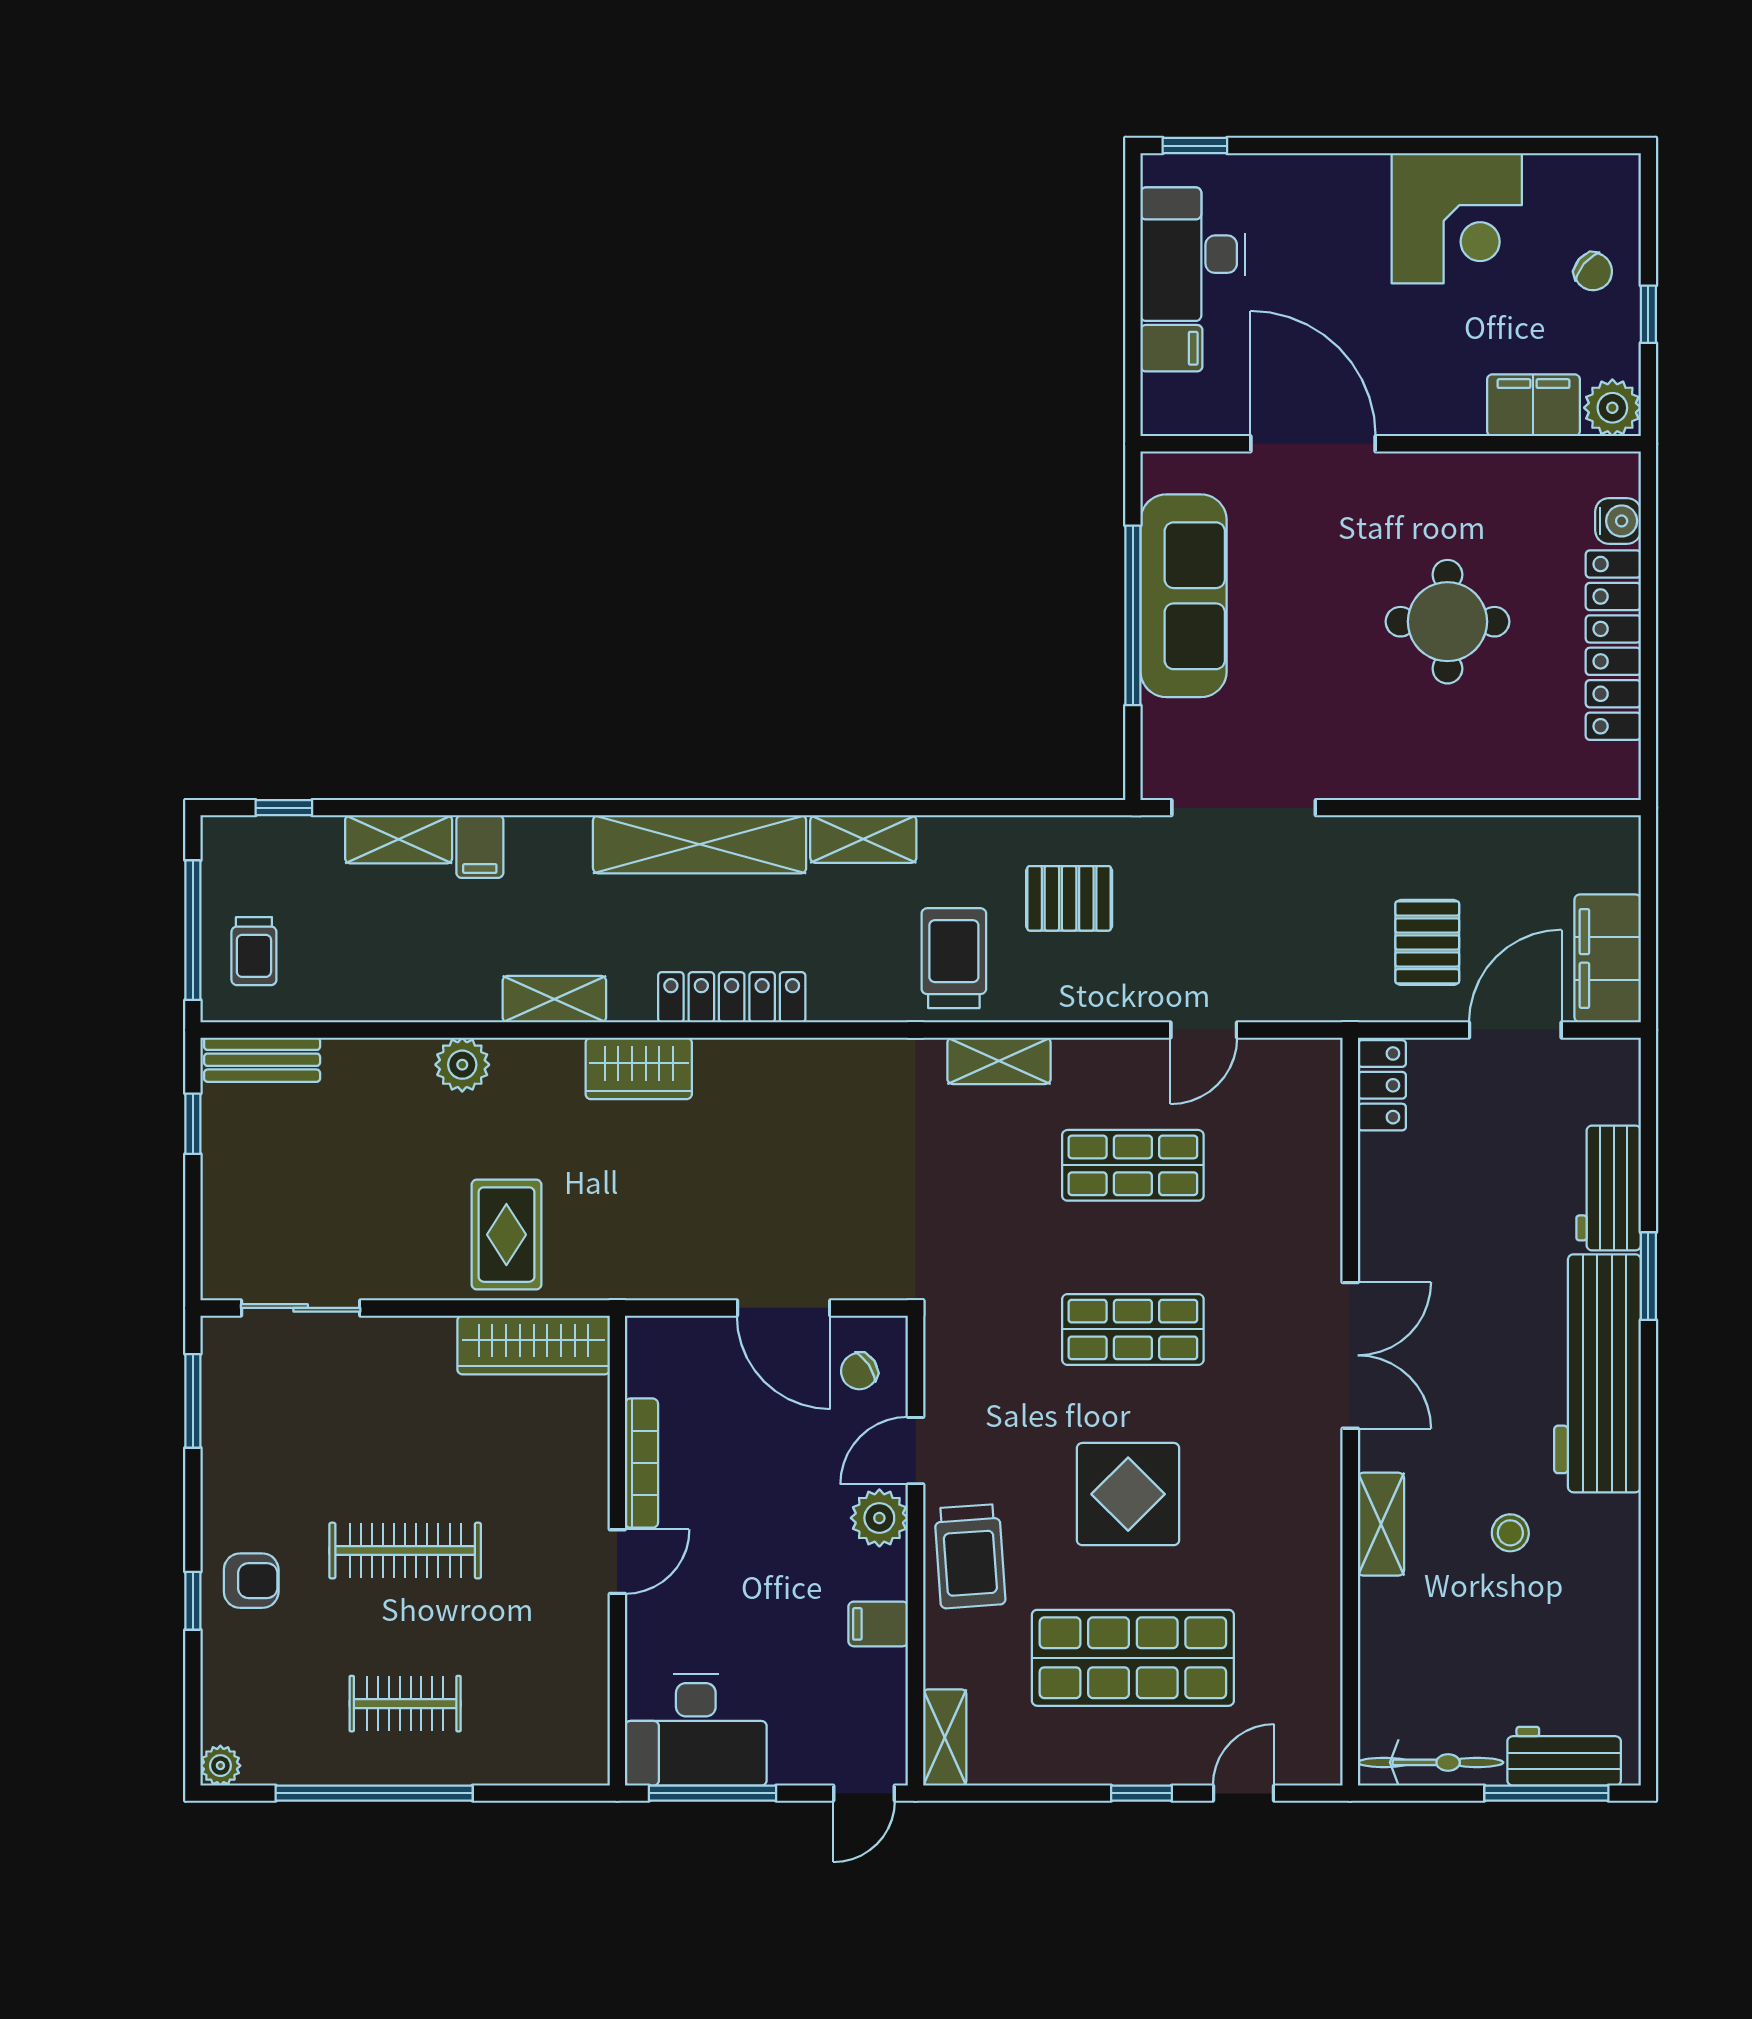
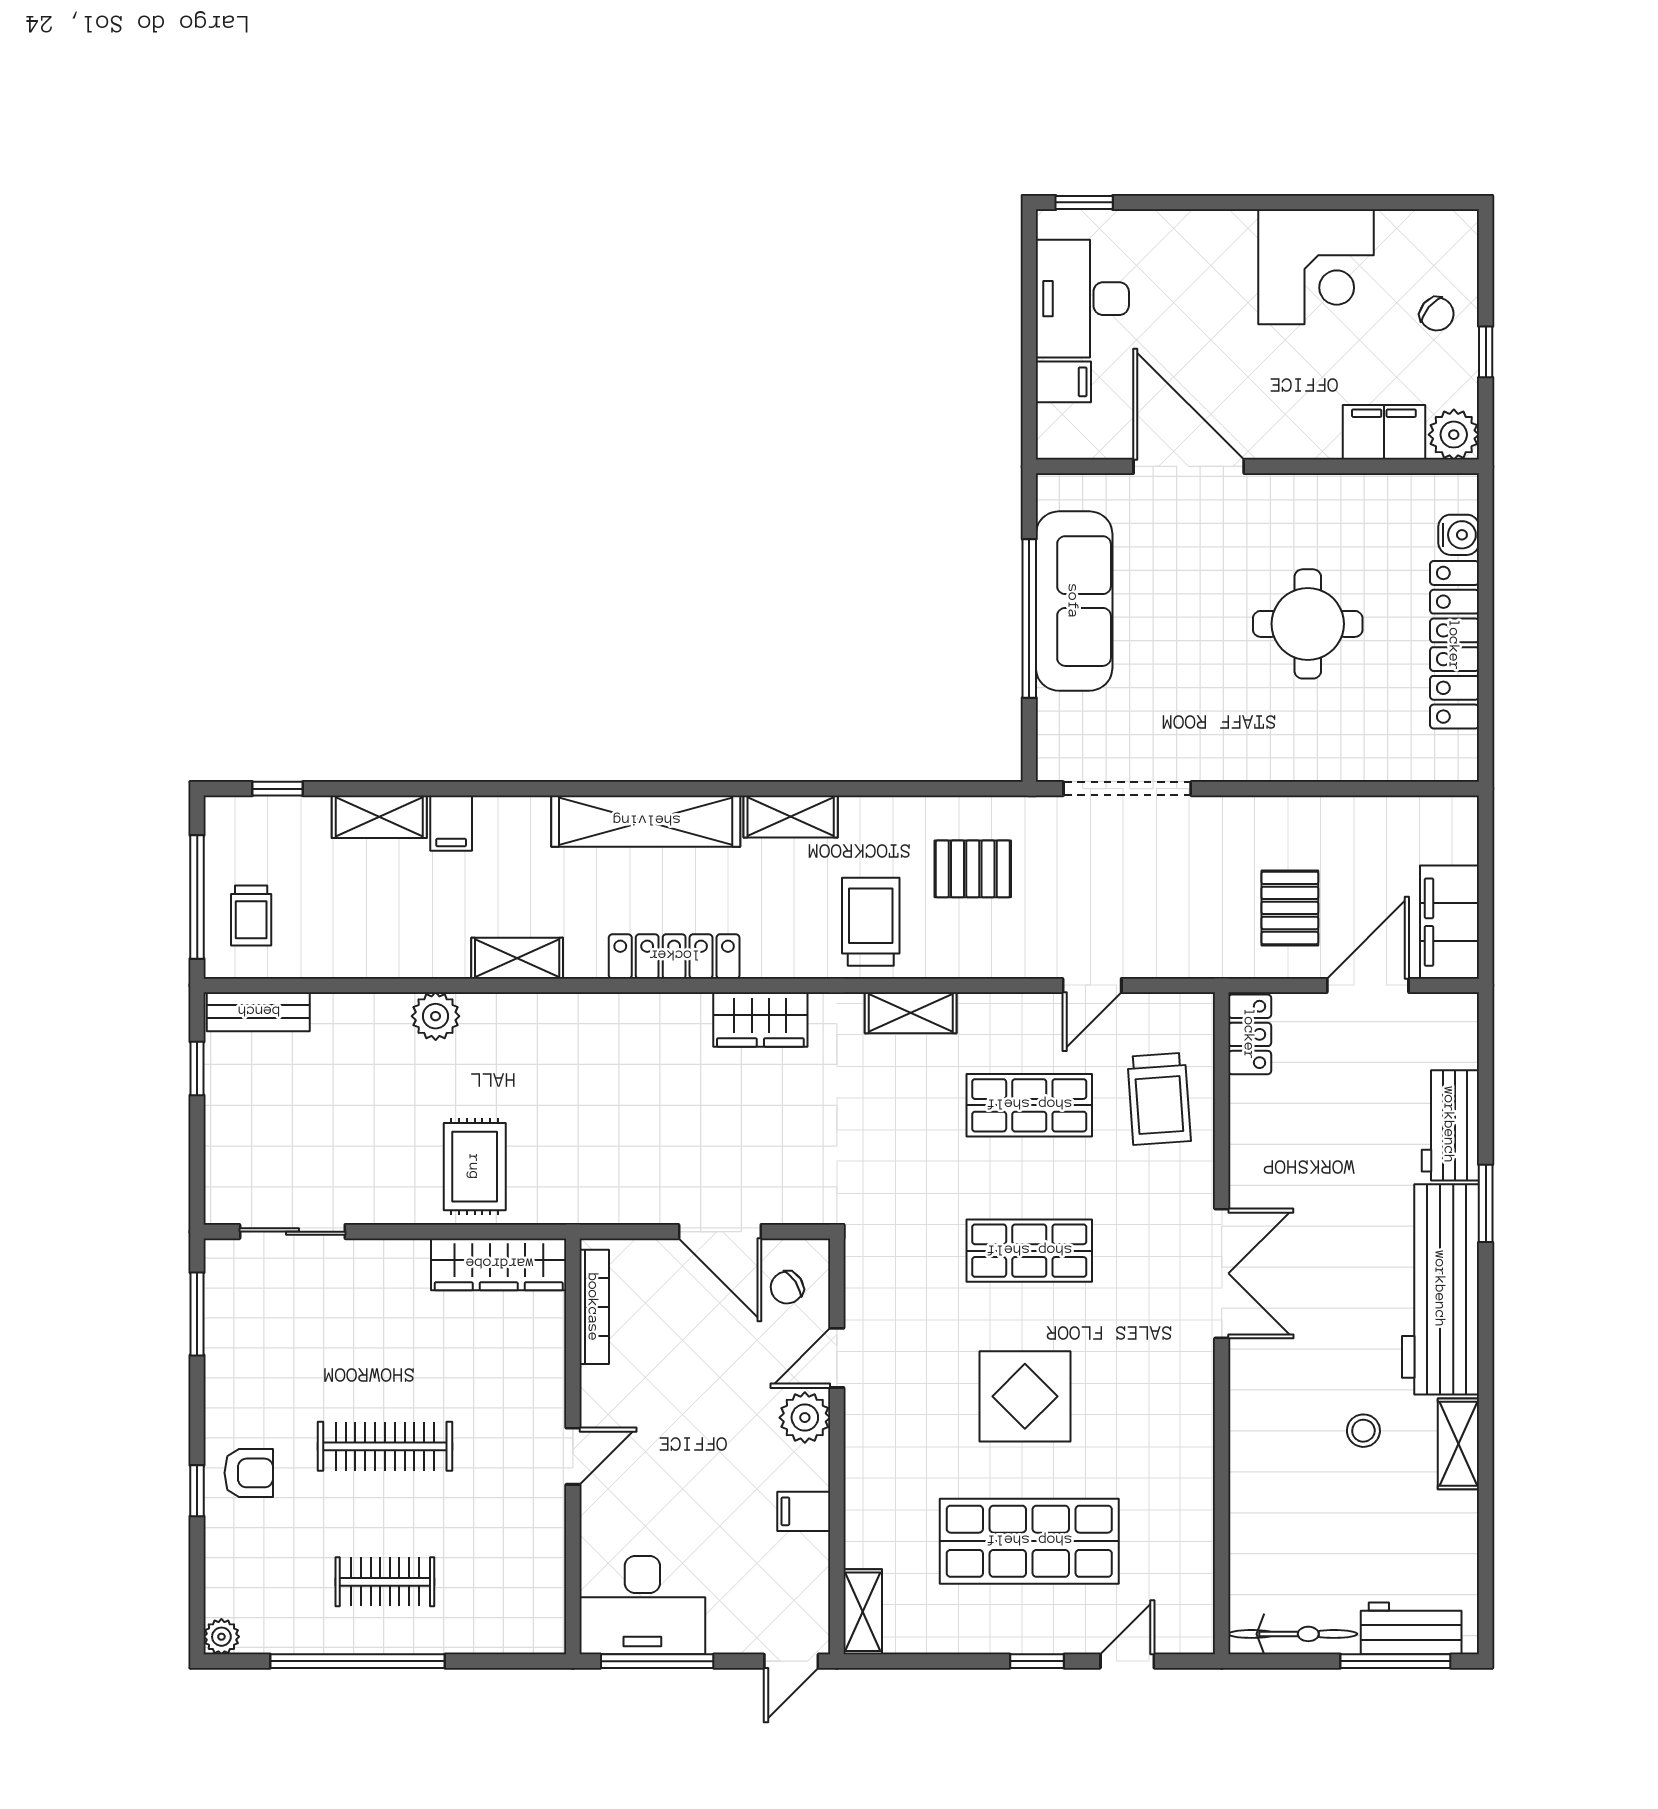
wardrobe: (639, 1068) -> (760, 1019), moved
bookcase: (642, 1463) -> (594, 1307), moved
shelving: (1381, 1524) -> (1458, 1444), moved
trolley: (970, 1556) -> (1159, 1099), moved

